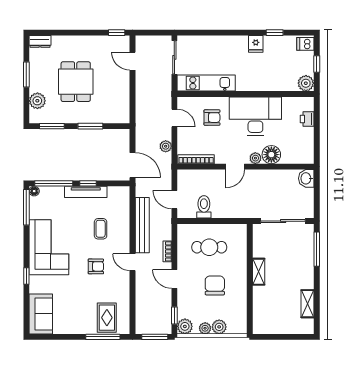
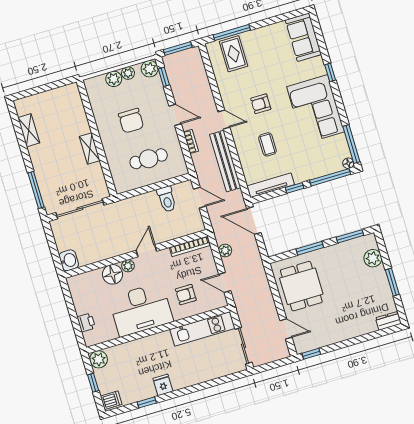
dining table: (76, 82) -> (301, 286), moved
tv unit: (86, 192) -> (271, 185), moved

